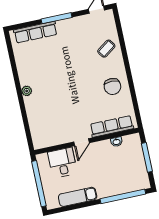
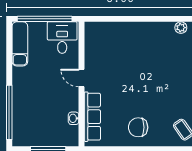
plant: (27, 91) -> (181, 28), moved
desk: (62, 163) -> (62, 38), moved, turned -90
exam couch: (78, 197) -> (20, 44), moved

